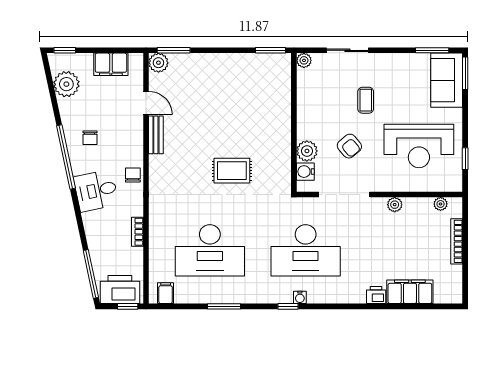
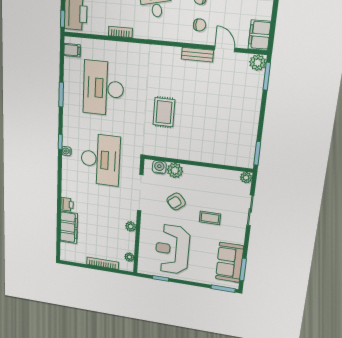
filing cabinet: (111, 64) -> (259, 35), moved
sofa: (447, 80) -> (230, 262), moved, turned -90
door: (146, 103) -> (225, 49), swing flipped
chair: (133, 175) -> (200, 25), moved
desk: (306, 250) -> (100, 160), turned 180

